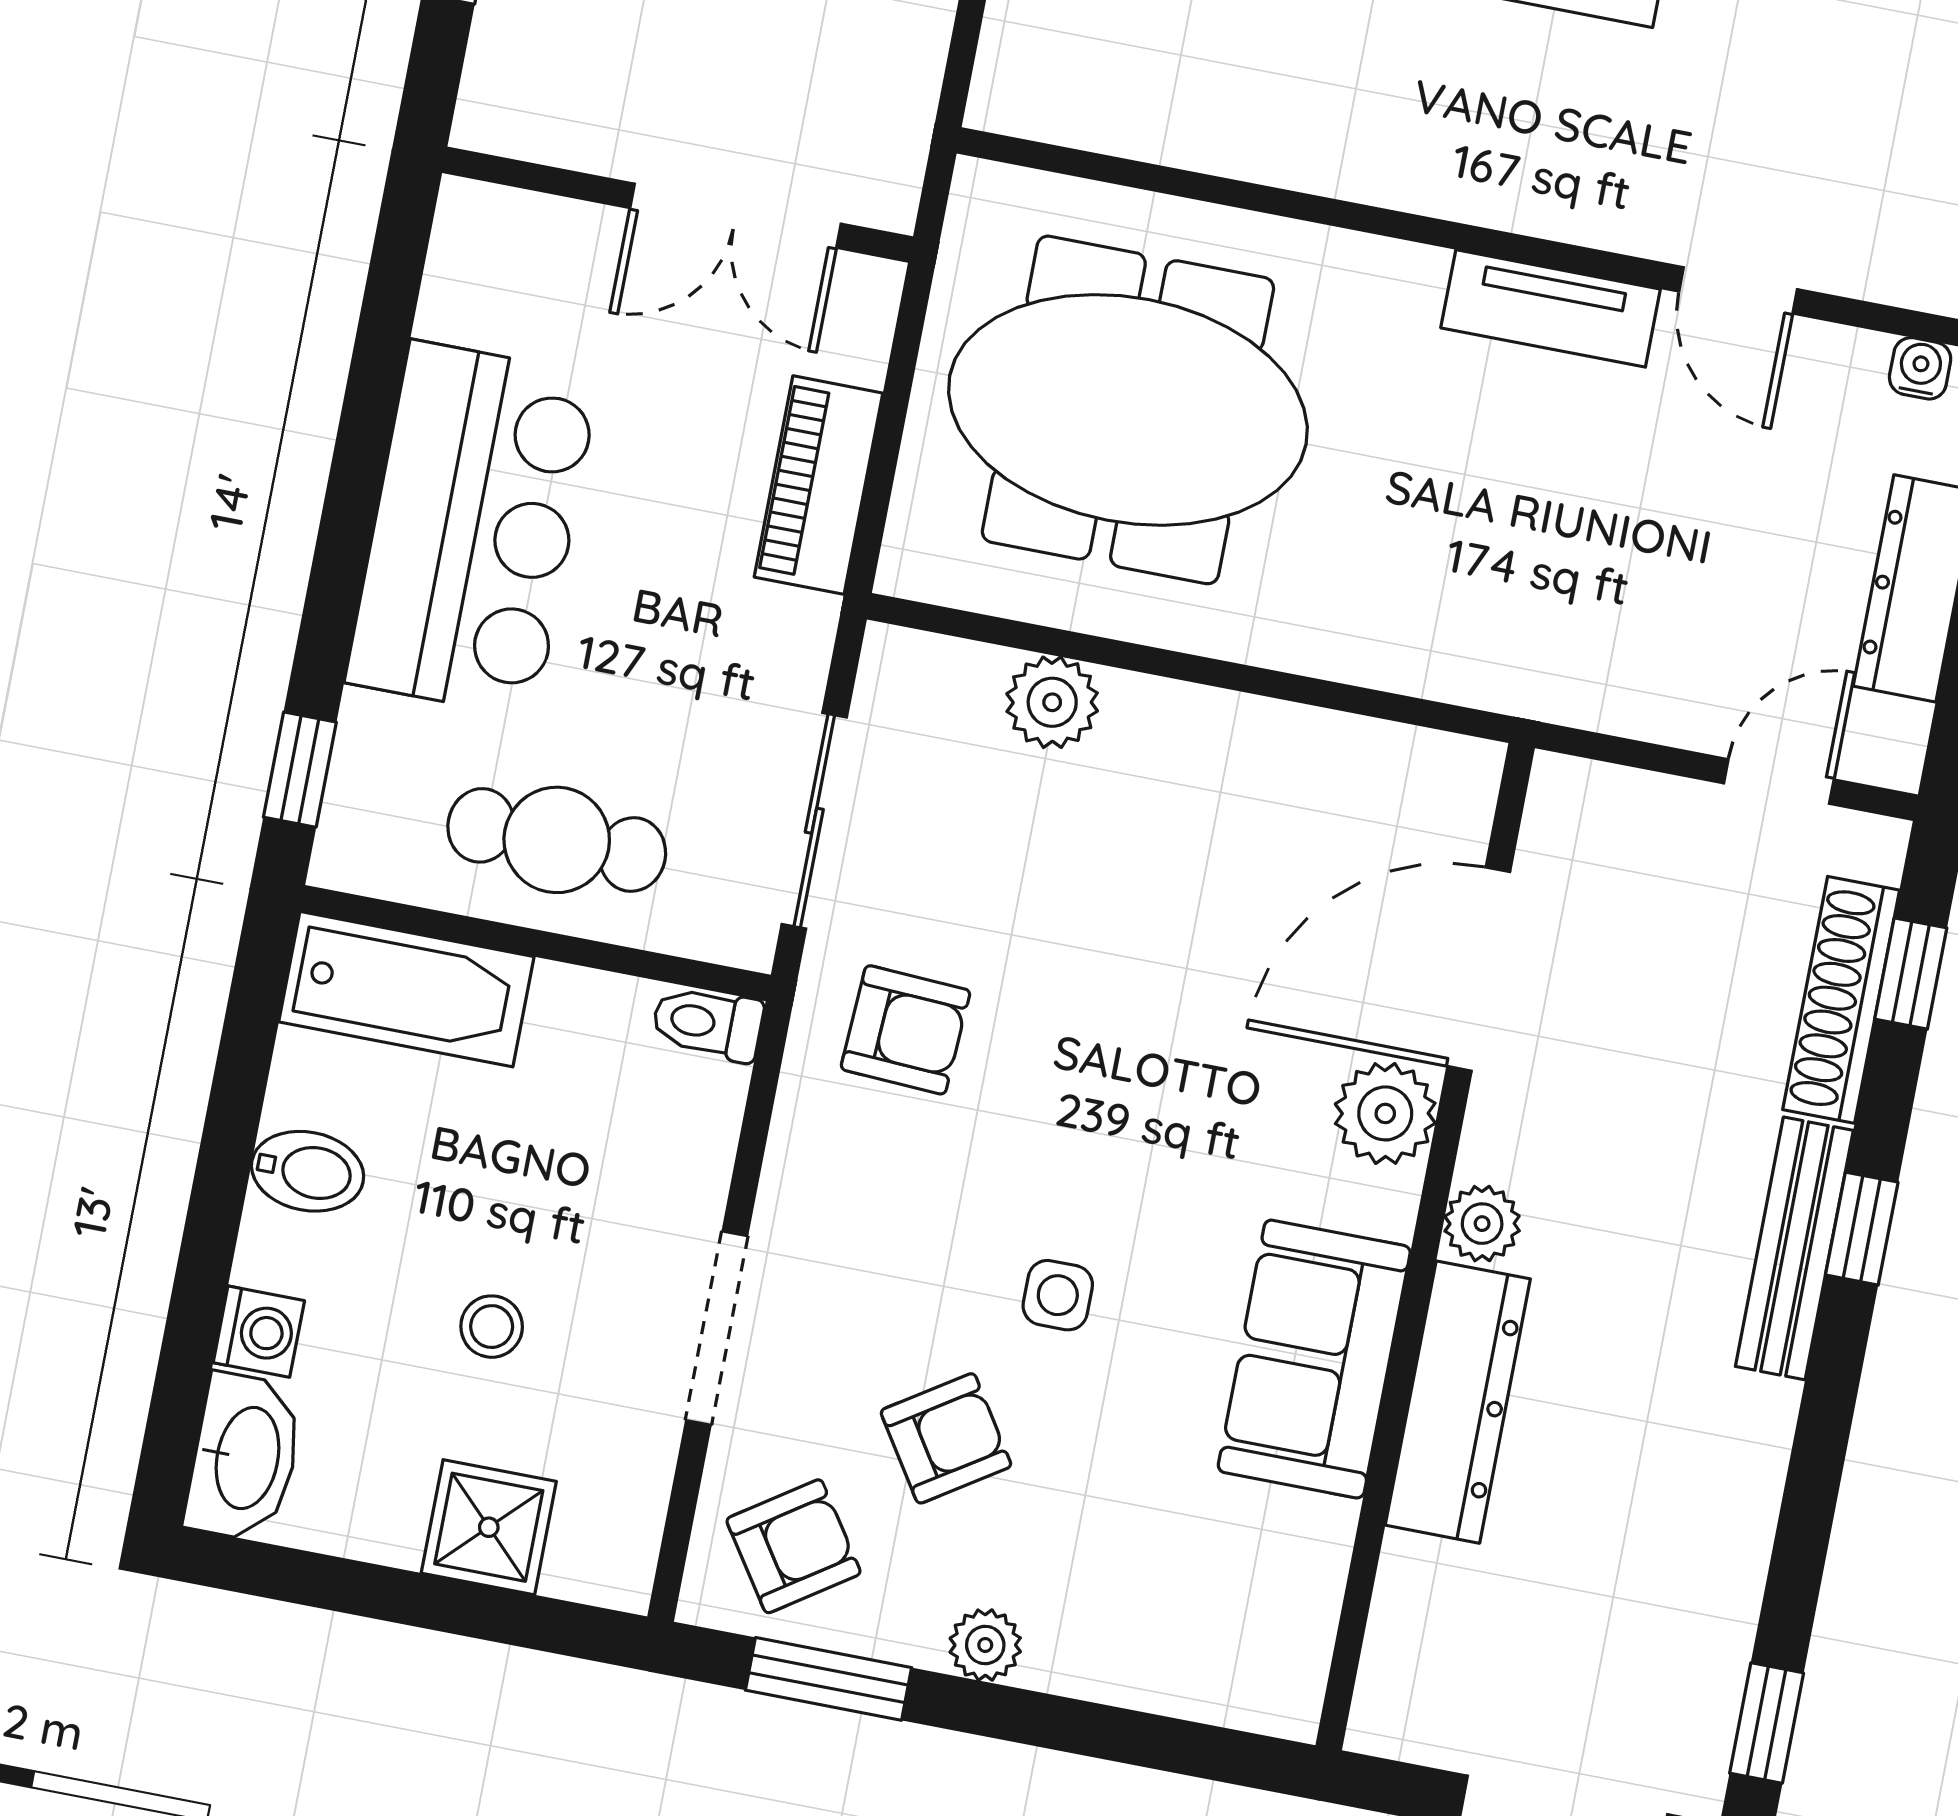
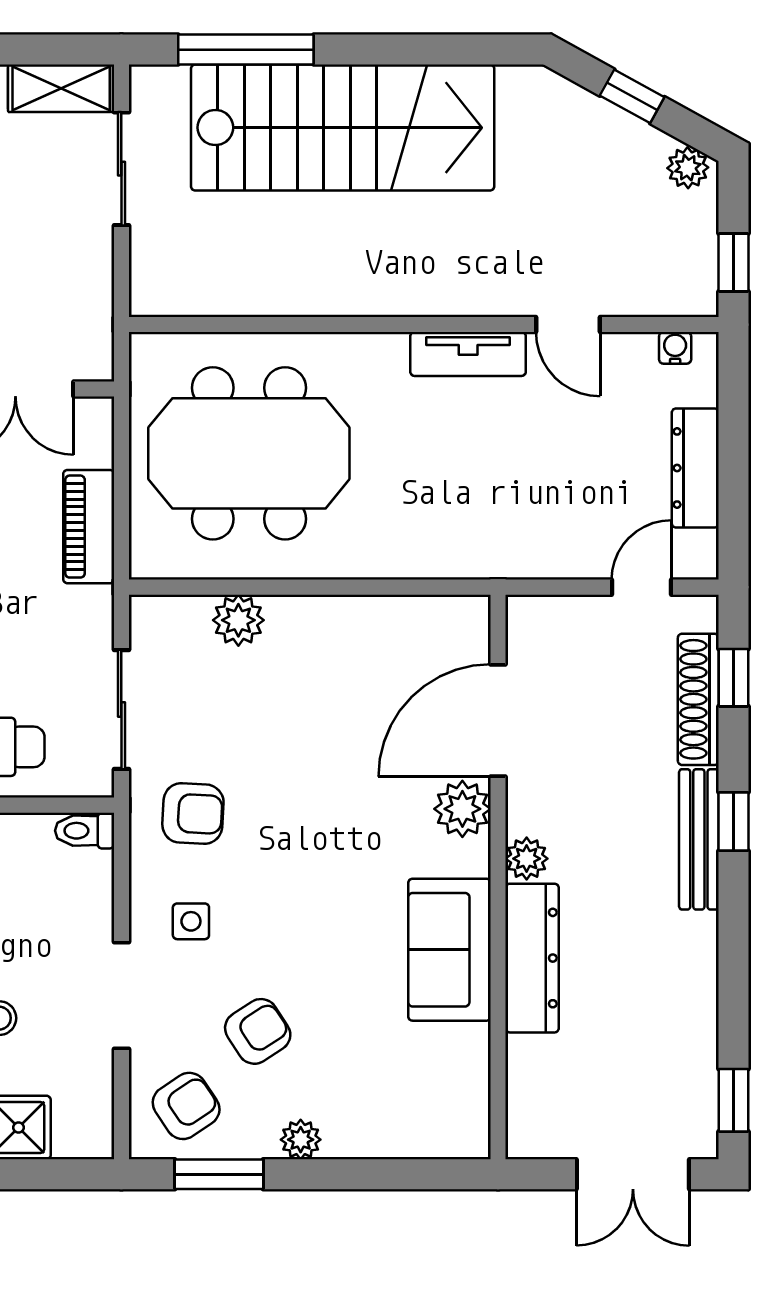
side table: (1058, 1295) -> (191, 921), moved

